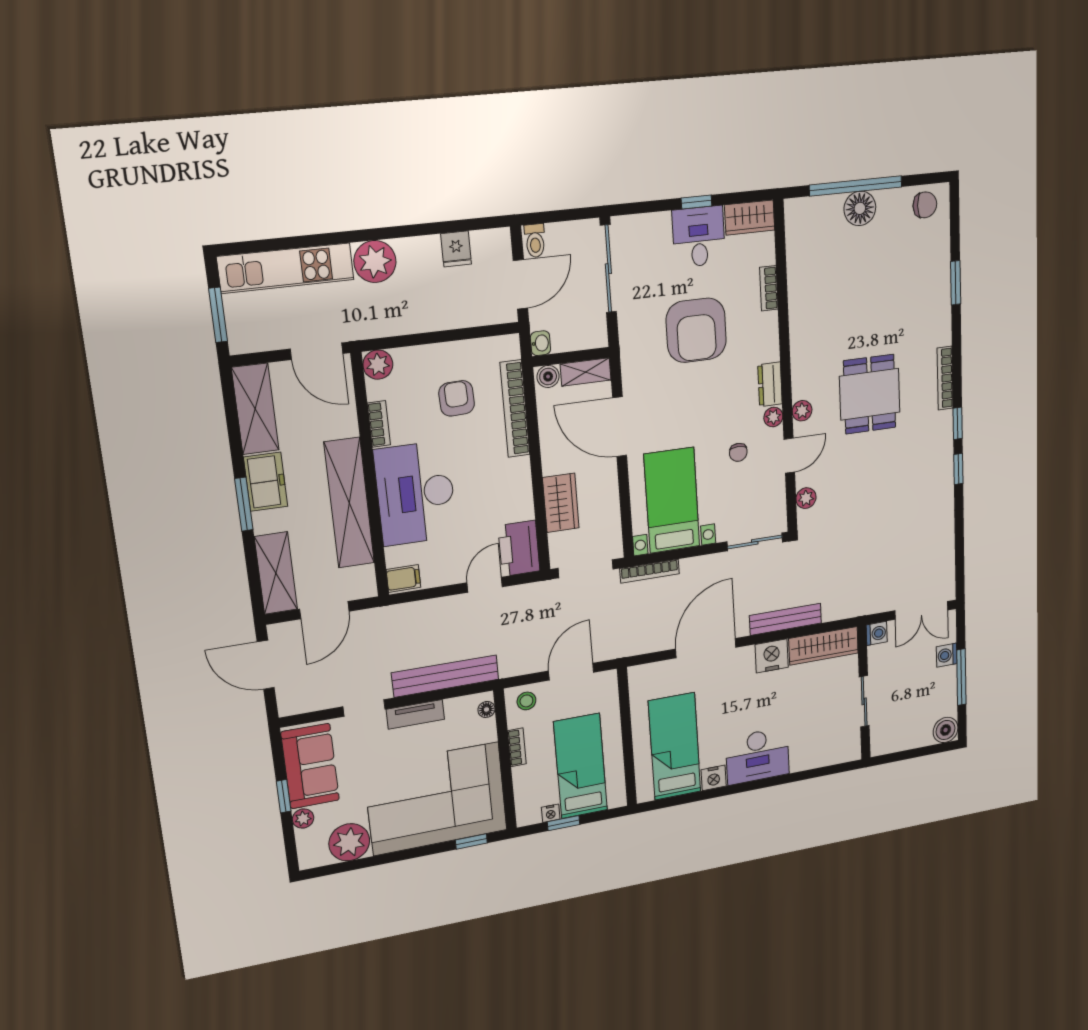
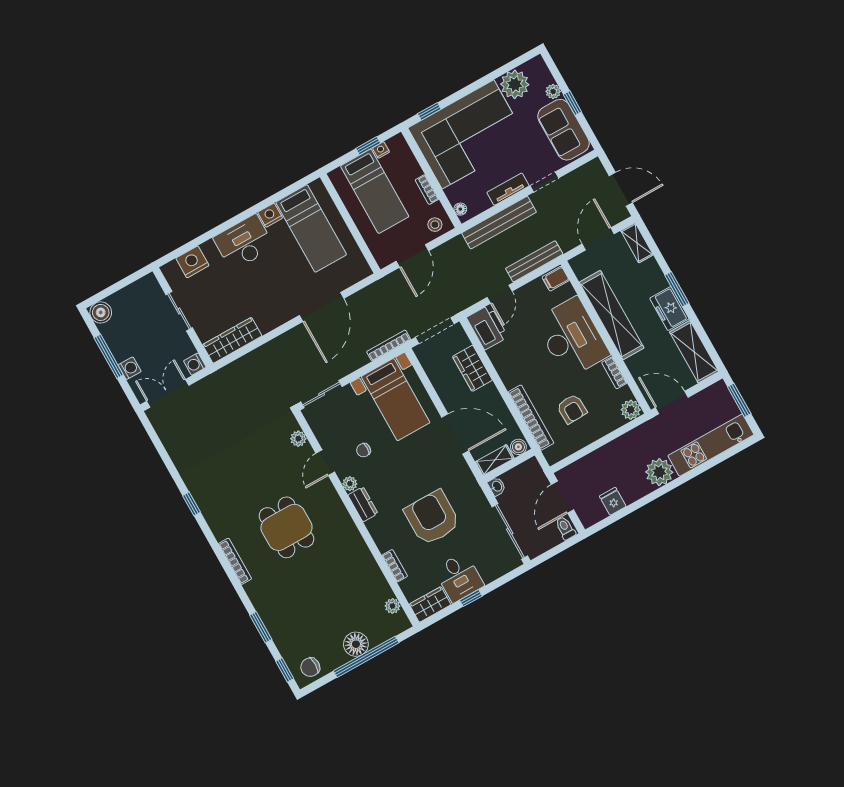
washbasin: (541, 343) -> (497, 486), moved, turned 180
plant: (802, 411) -> (393, 606), moved
window: (958, 423) -> (285, 670), moved
chair: (738, 452) -> (364, 450), turned -90
shelving: (276, 573) -> (637, 243), width x0.67, depth x0.75
bench: (786, 619) -> (534, 261), moved
nightstand: (772, 656) -> (192, 262), moved, turned 180

